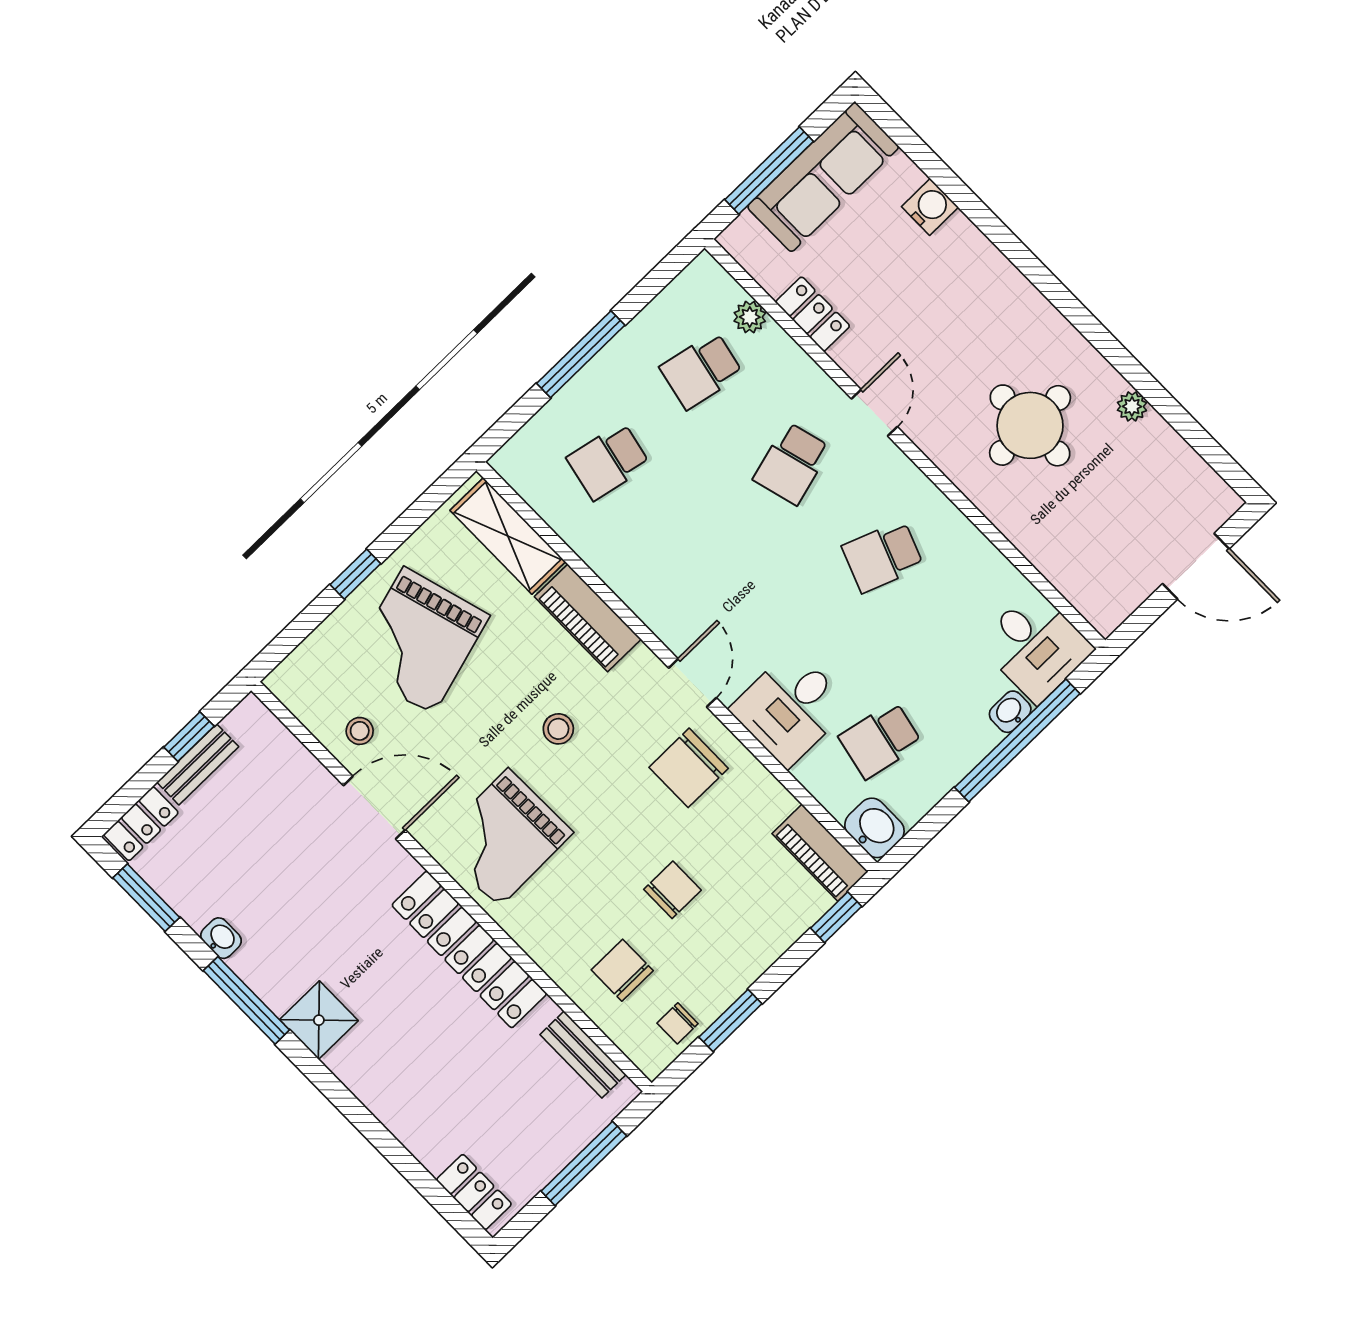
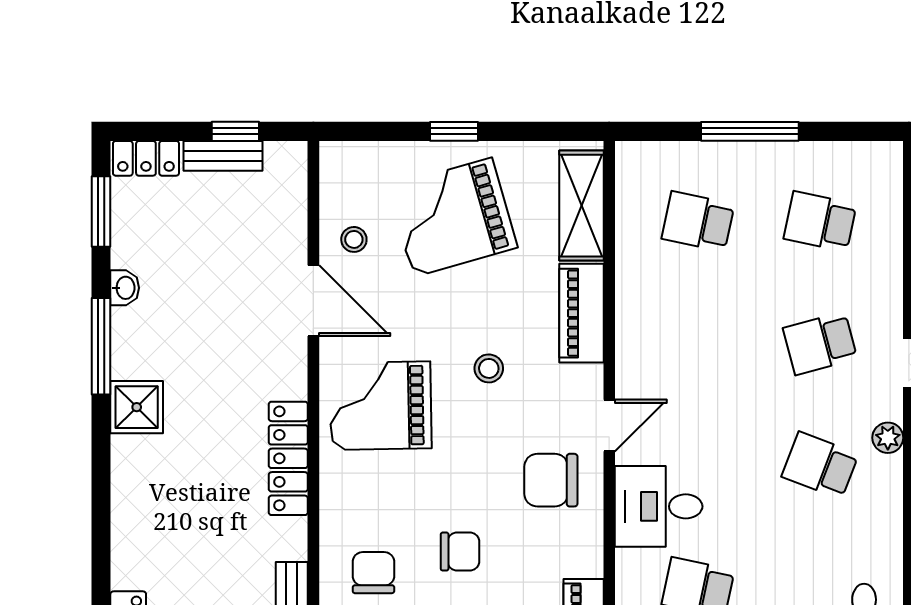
plant: (750, 317) -> (888, 438), moved
locker: (469, 949) -> (288, 458), width x0.71, depth x0.83

